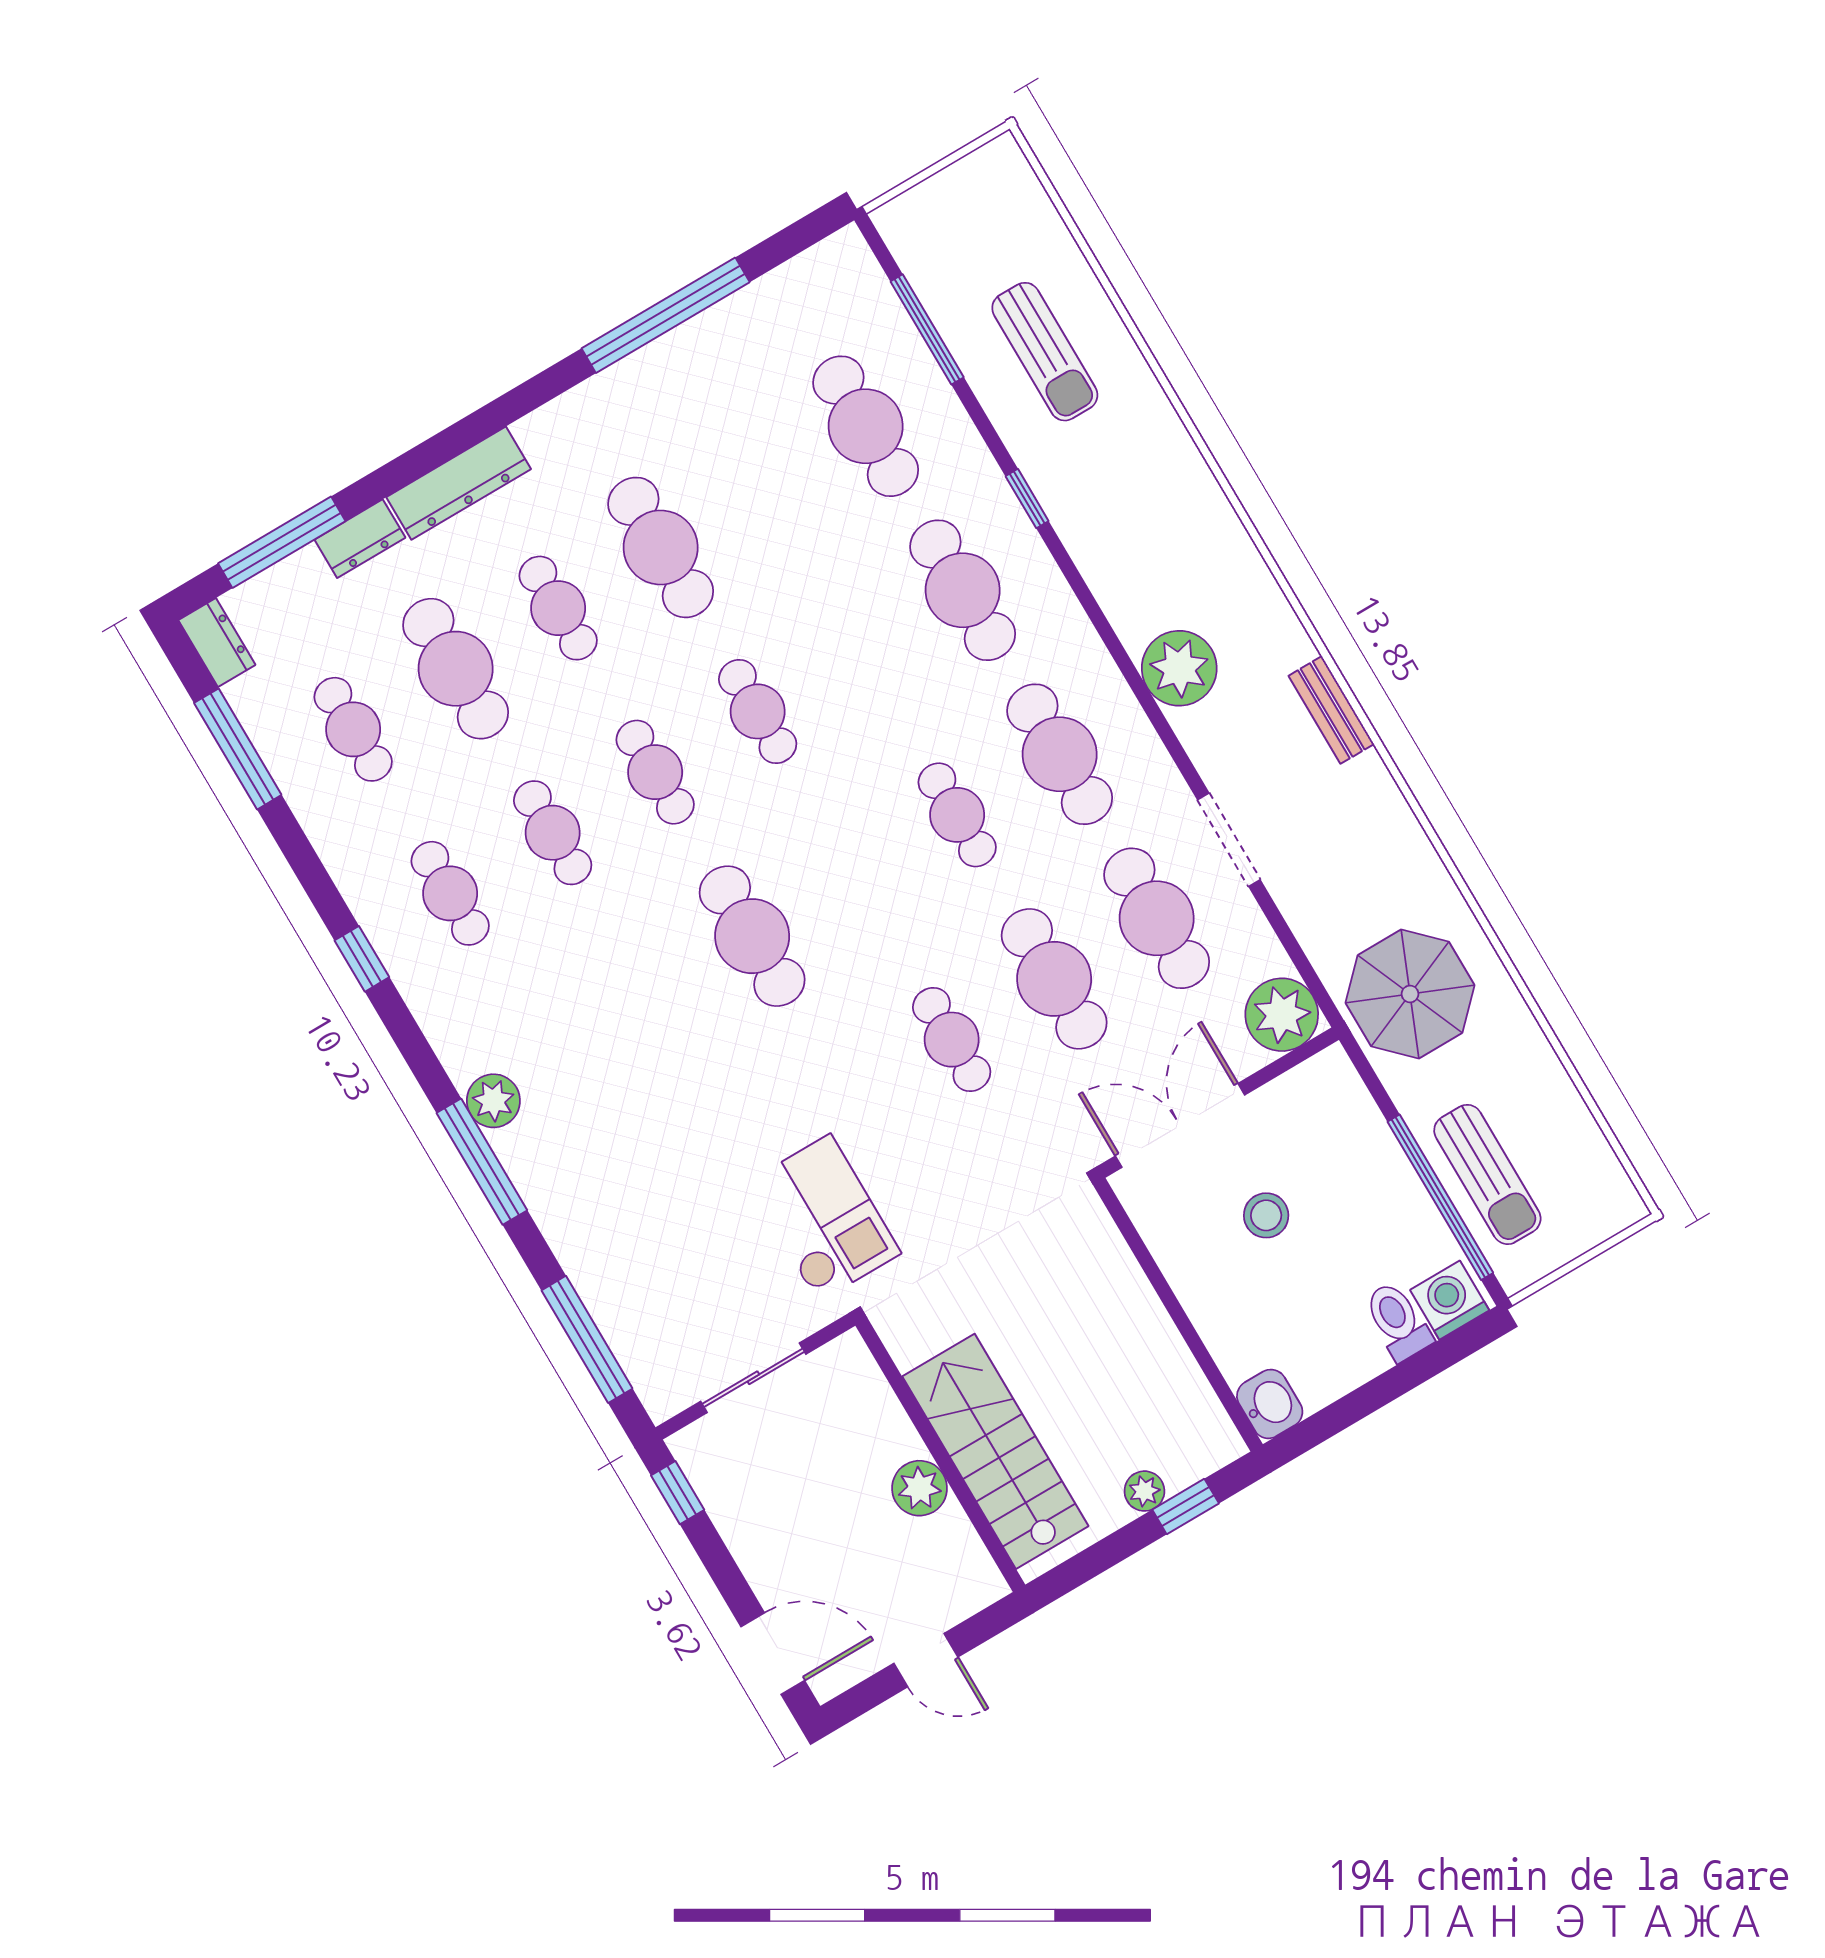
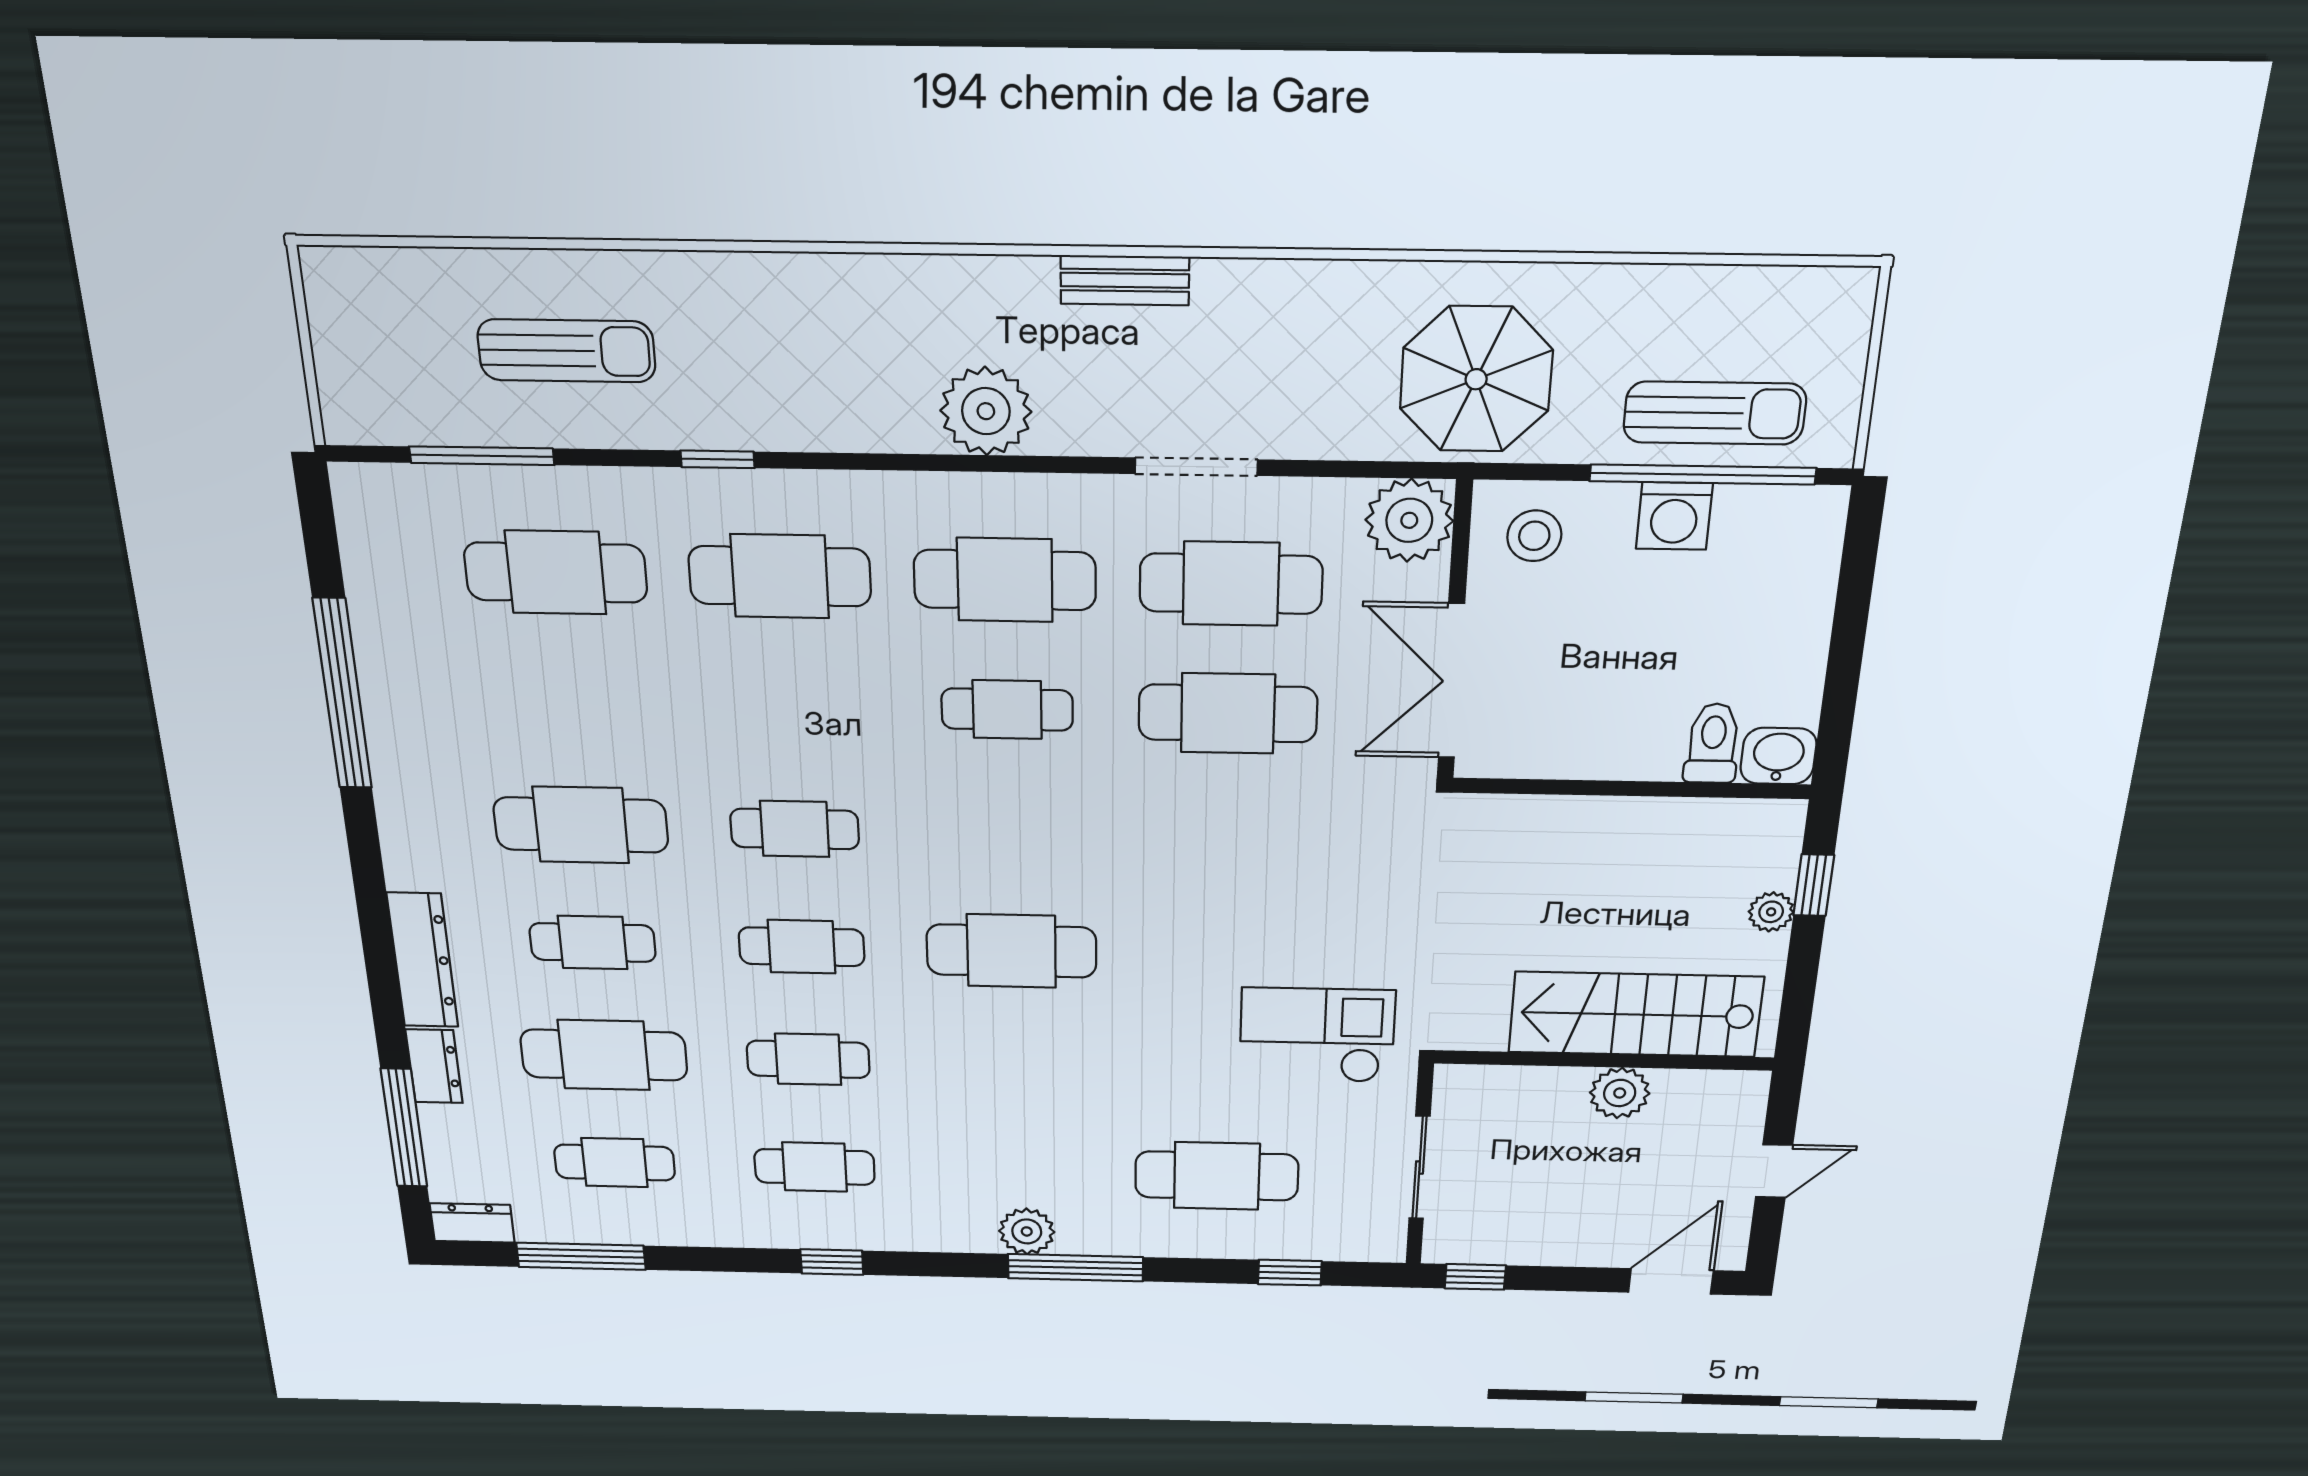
cafe table: (952, 1040) -> (1217, 1176), moved, width x1.37, depth x1.35
stool: (1266, 1215) -> (1534, 536), moved
washing machine: (1450, 1300) -> (1674, 516), moved, turned -90
toilet: (1398, 1321) -> (1713, 743), moved, turned 90
window: (587, 1339) -> (1290, 1273), width x0.46

